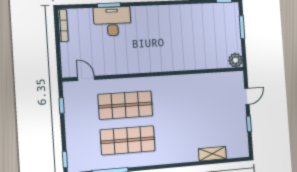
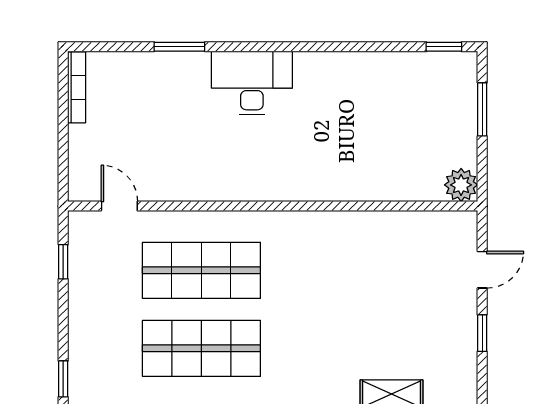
desk: (112, 21) -> (252, 83), moved

